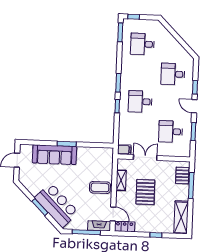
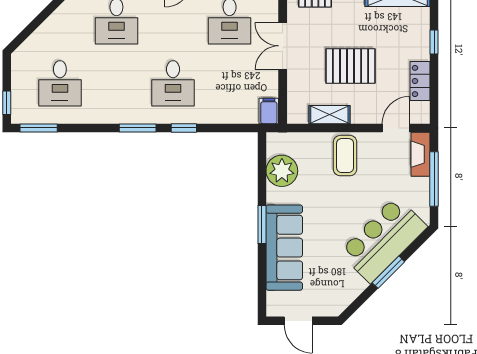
plant: (94, 155) -> (282, 171), added
double door: (145, 158) -> (283, 46), moved
locker: (125, 227) -> (420, 81), moved

